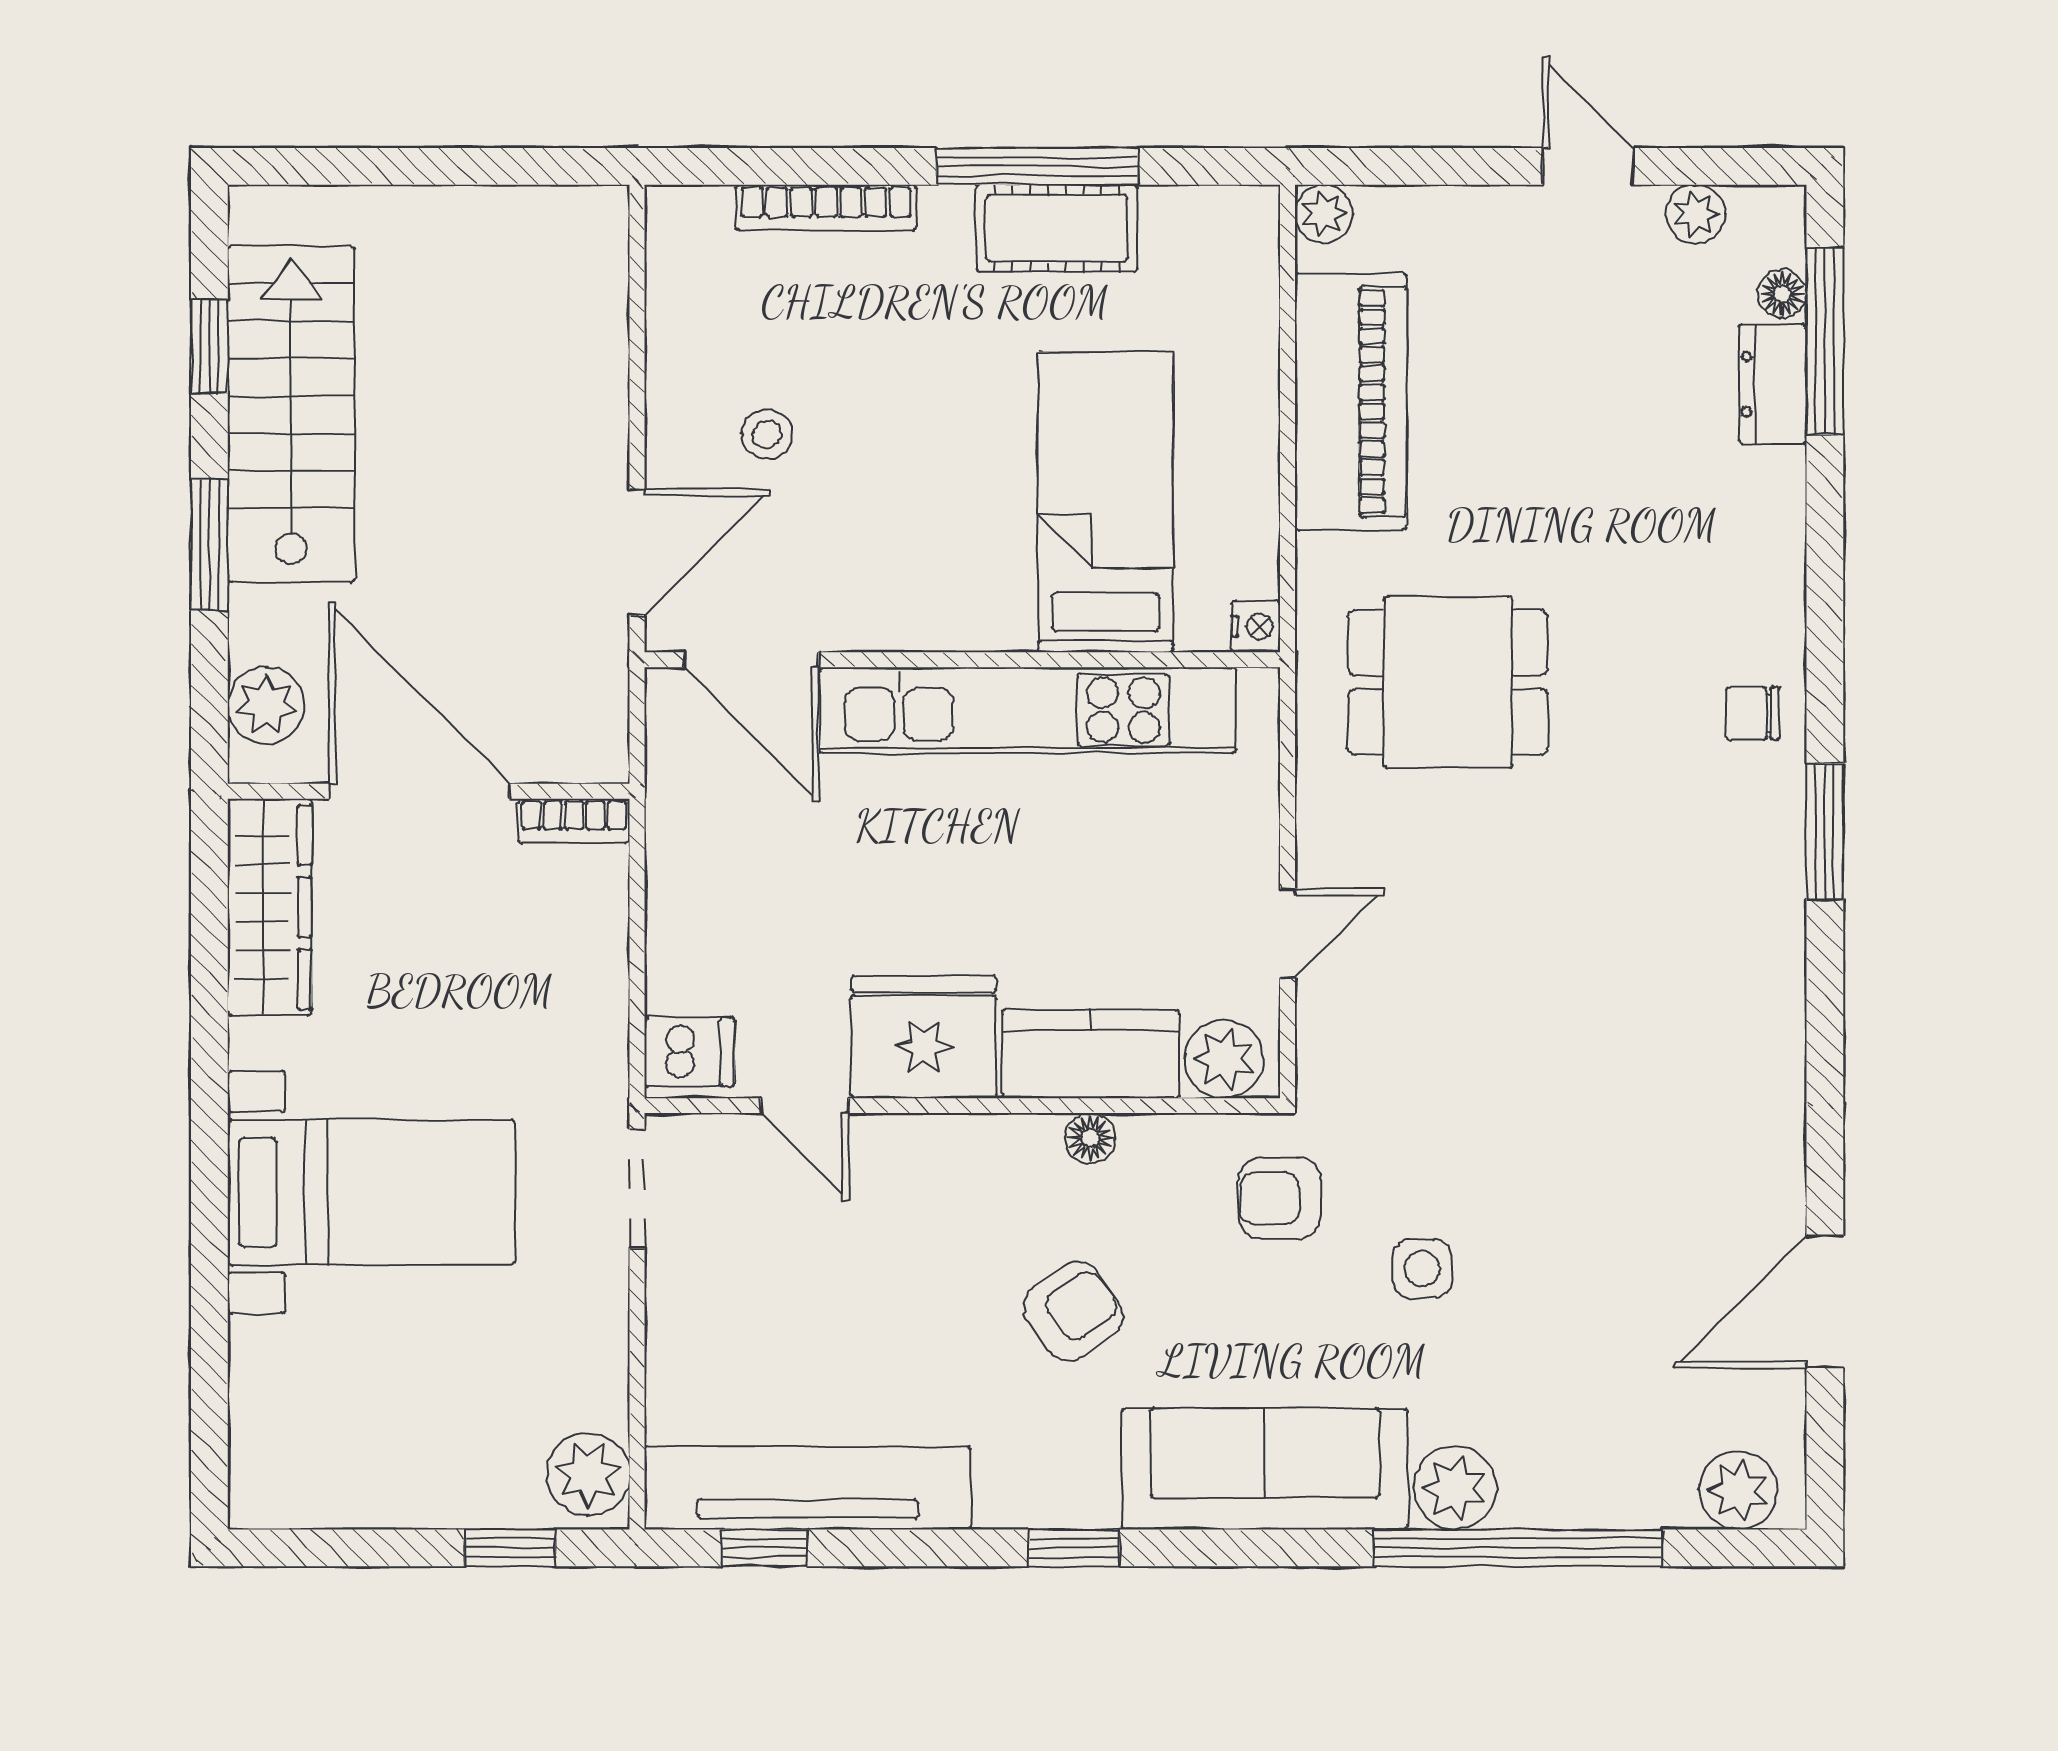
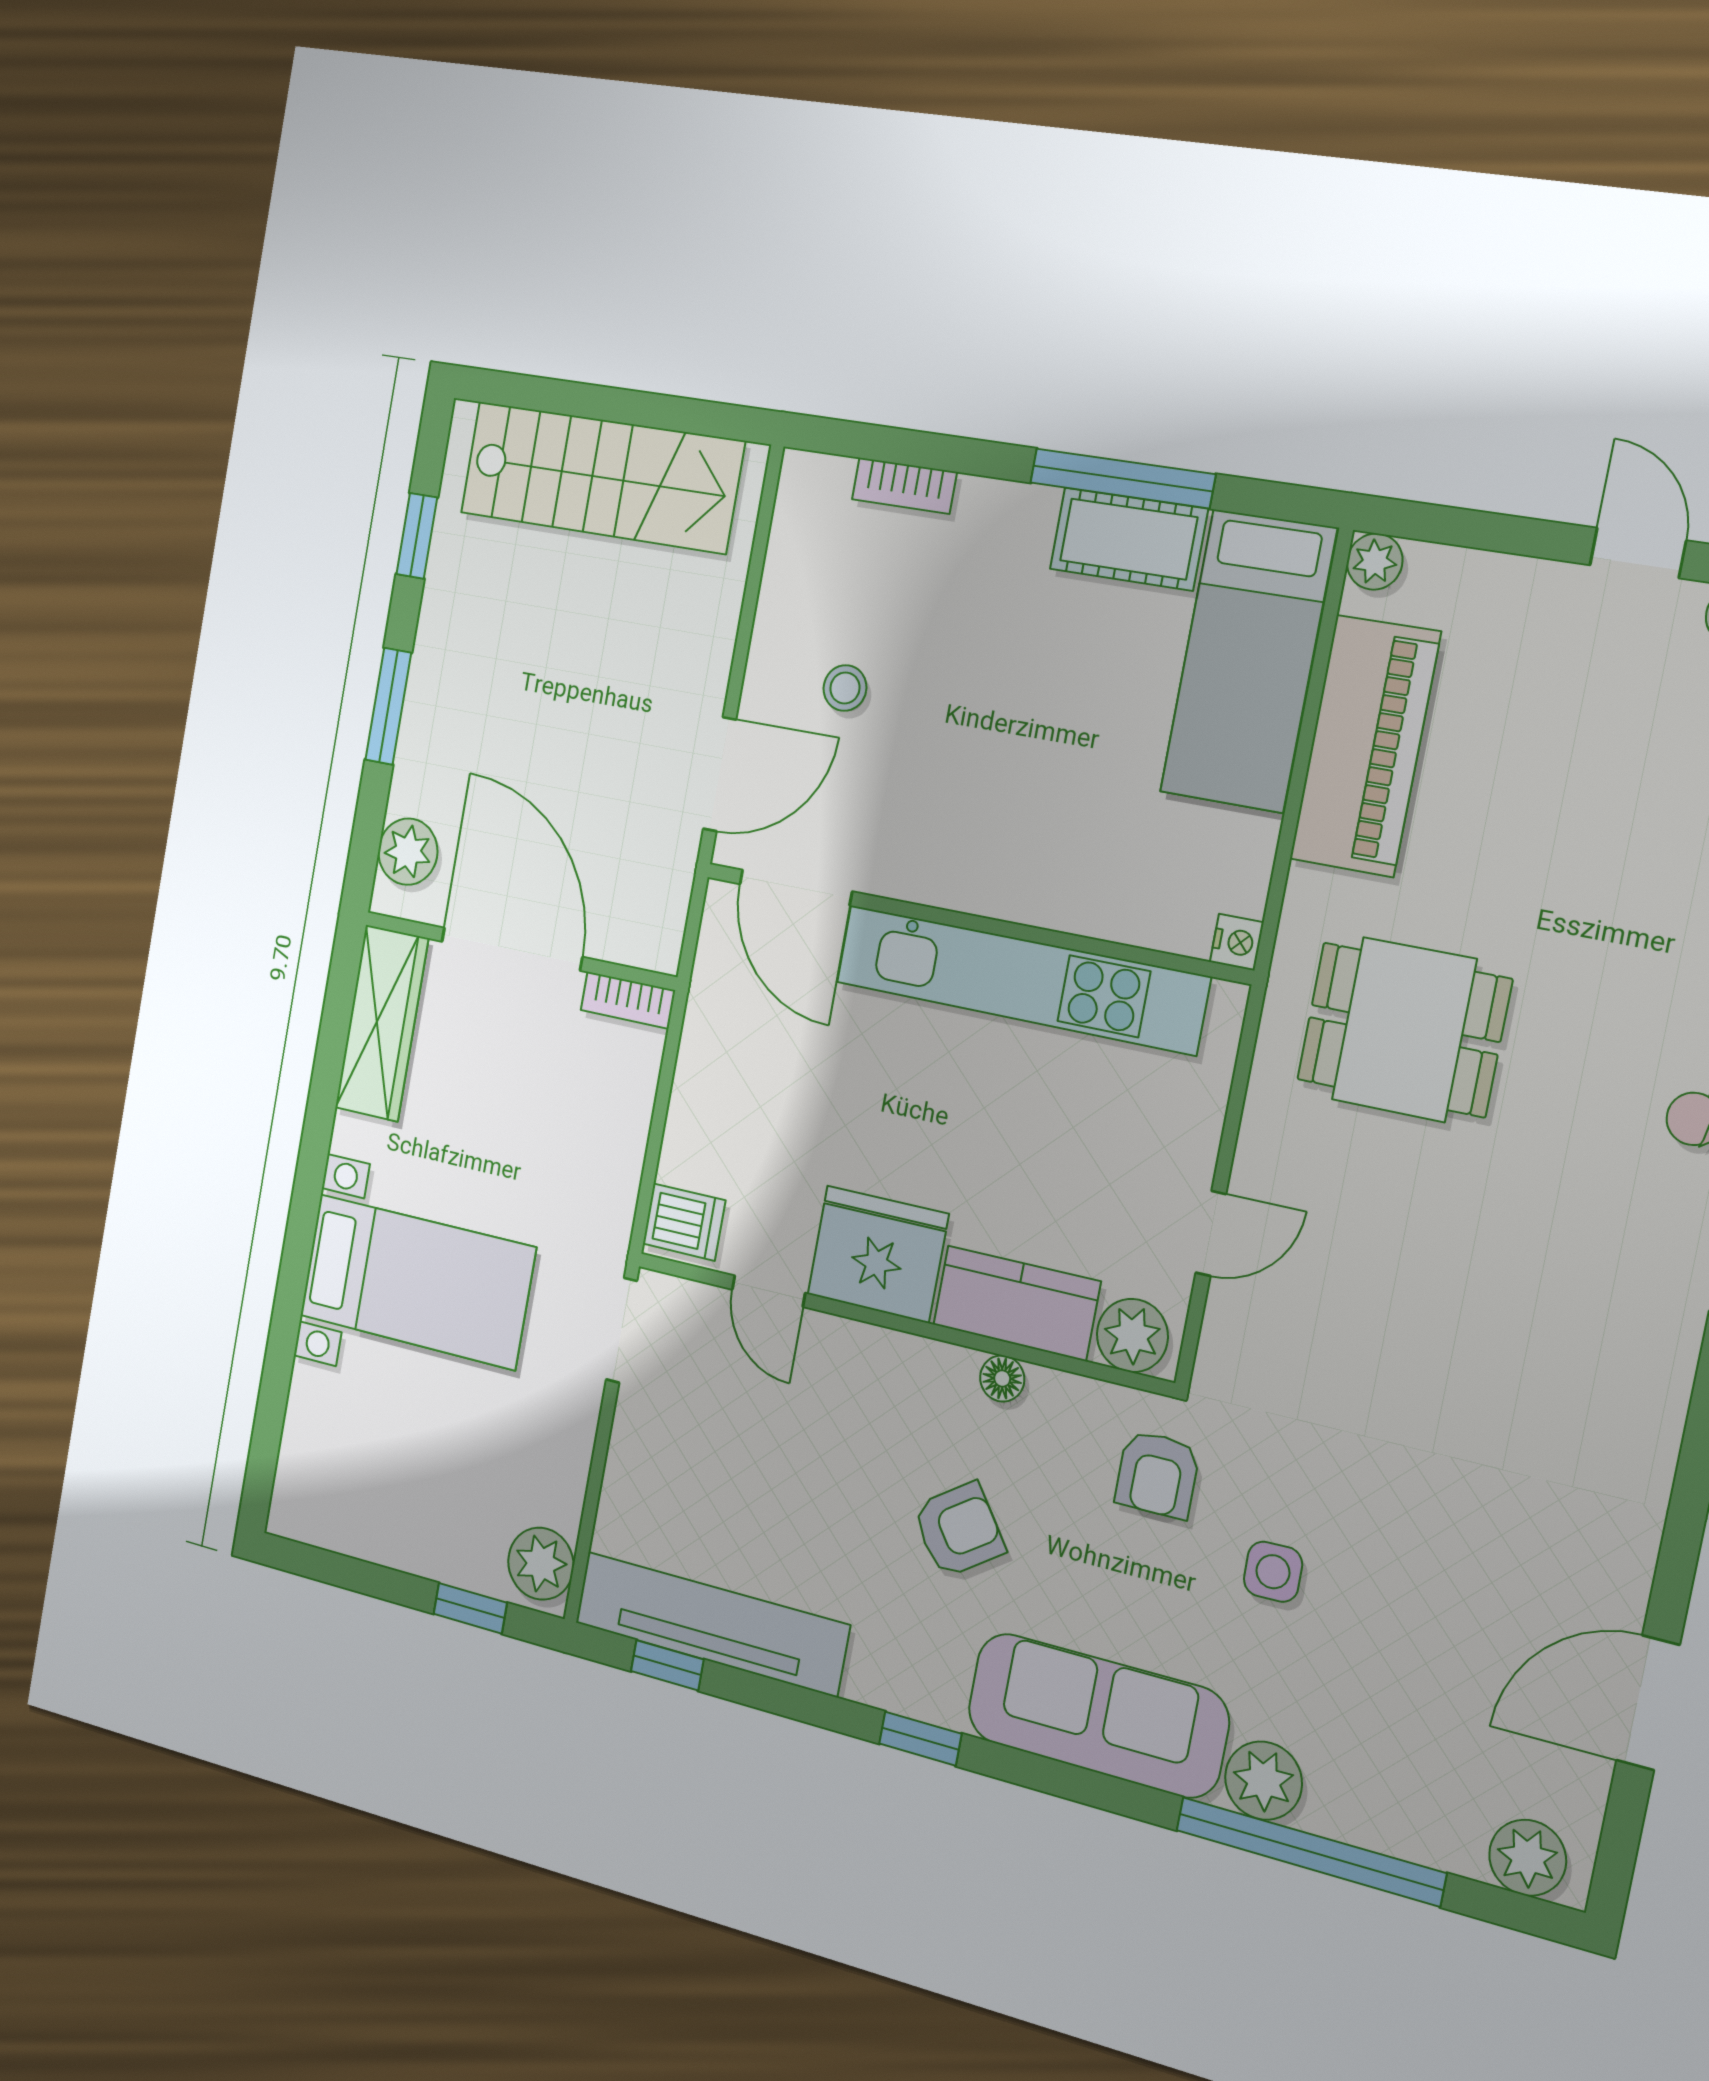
bookcase: (826, 208) -> (904, 486), width x0.64
stairs: (291, 414) -> (601, 477), moved, turned 90
bed: (1106, 502) -> (1248, 661), moved, turned 180
armchair: (1280, 1198) -> (1157, 1474), turned -90

